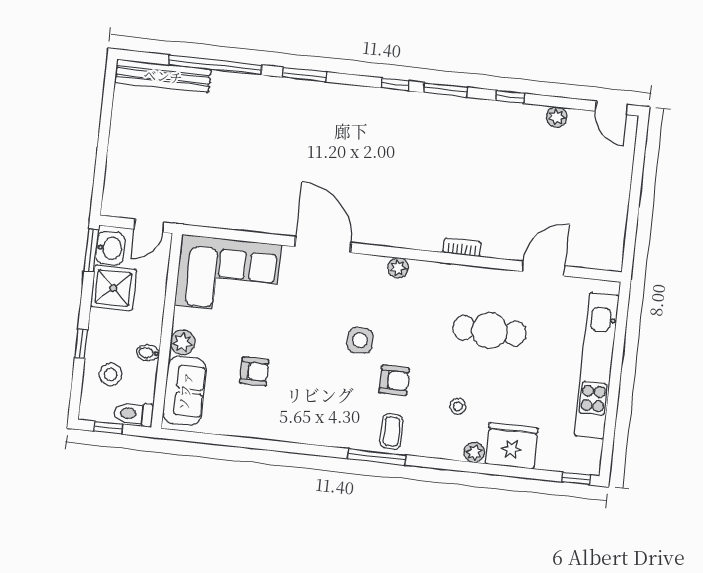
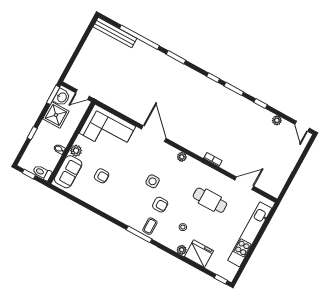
stool: (111, 374) -> (39, 152), removed

